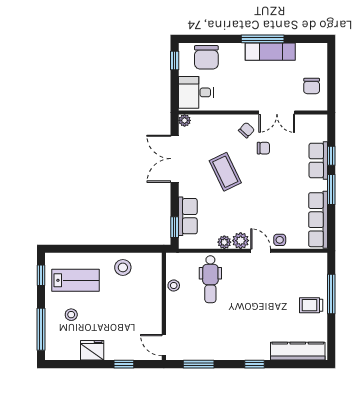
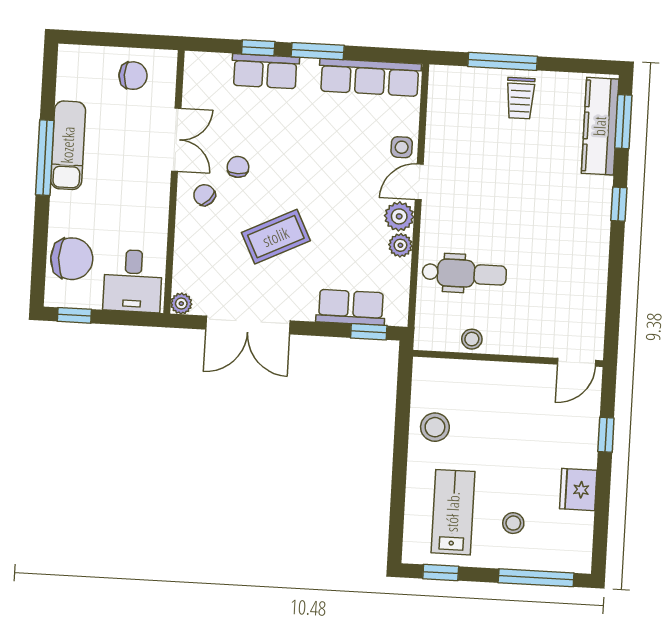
window: (199, 364) -> (623, 122), moved

